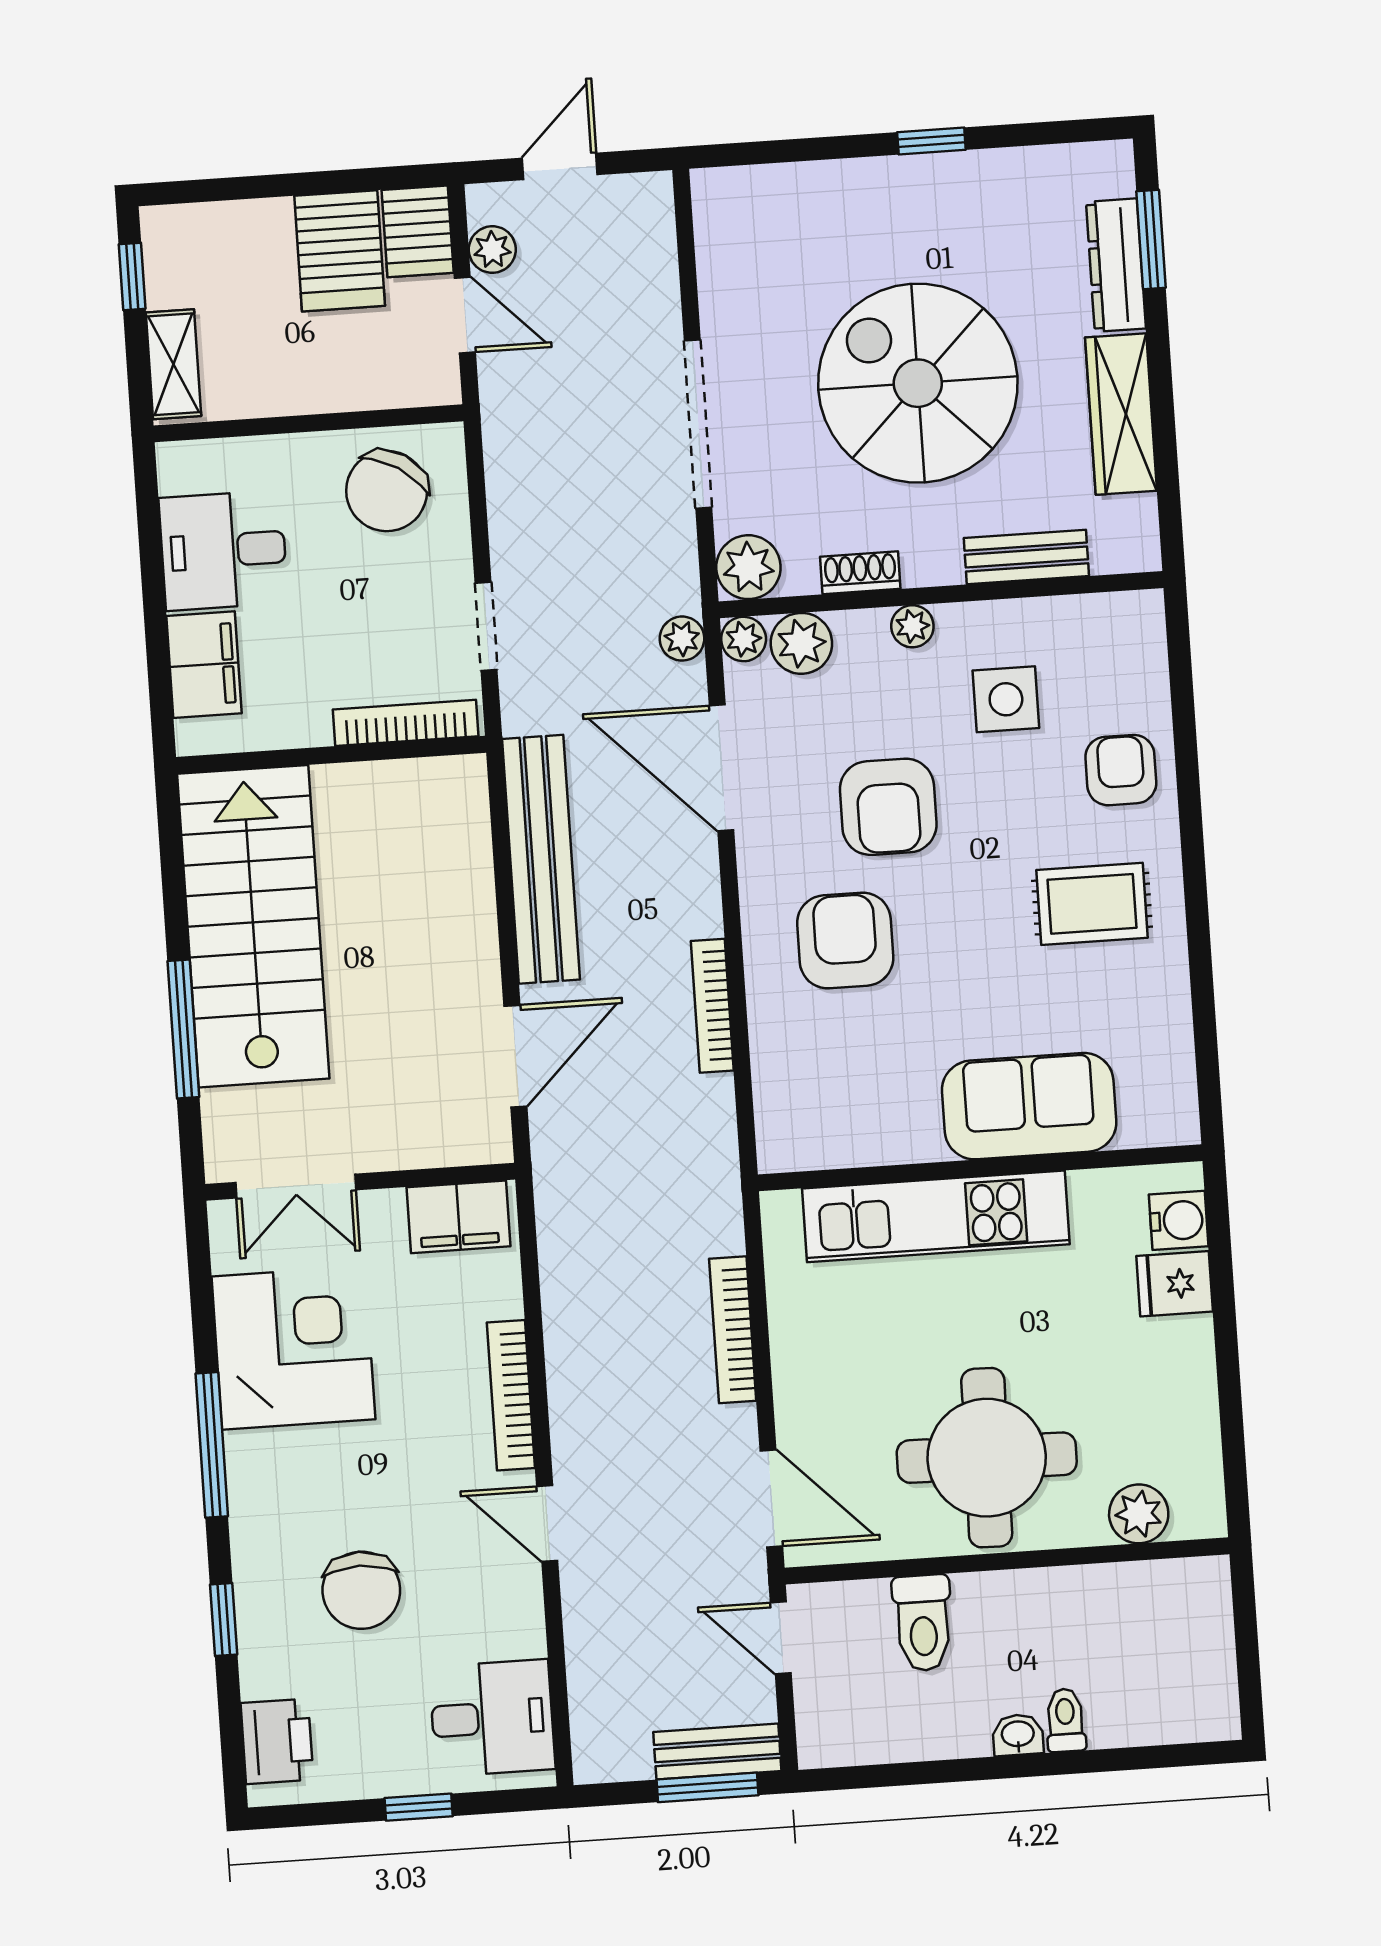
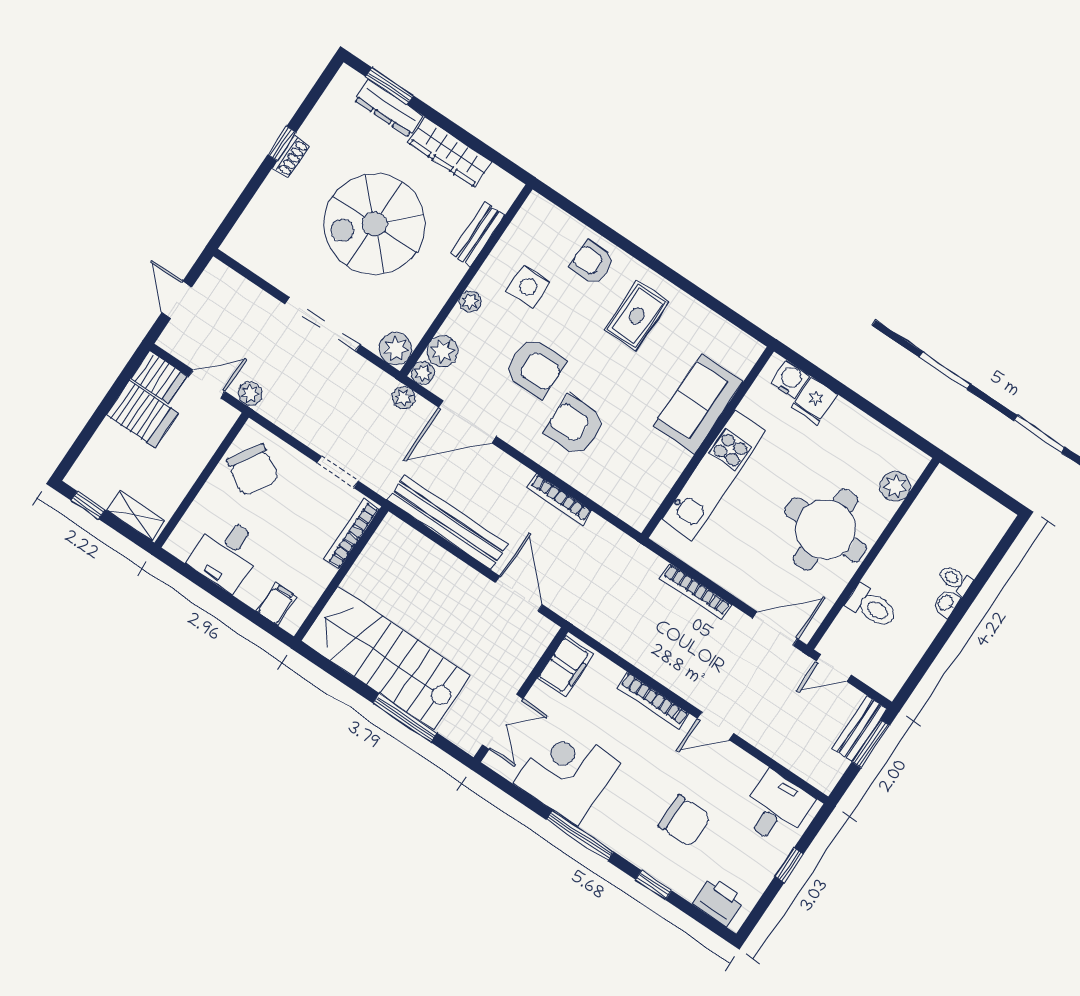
plant: (492, 250) -> (250, 394), moved
shoe rack: (860, 573) -> (291, 157), moved, turned 180
filing cabinet: (204, 665) -> (276, 604), width x0.50

